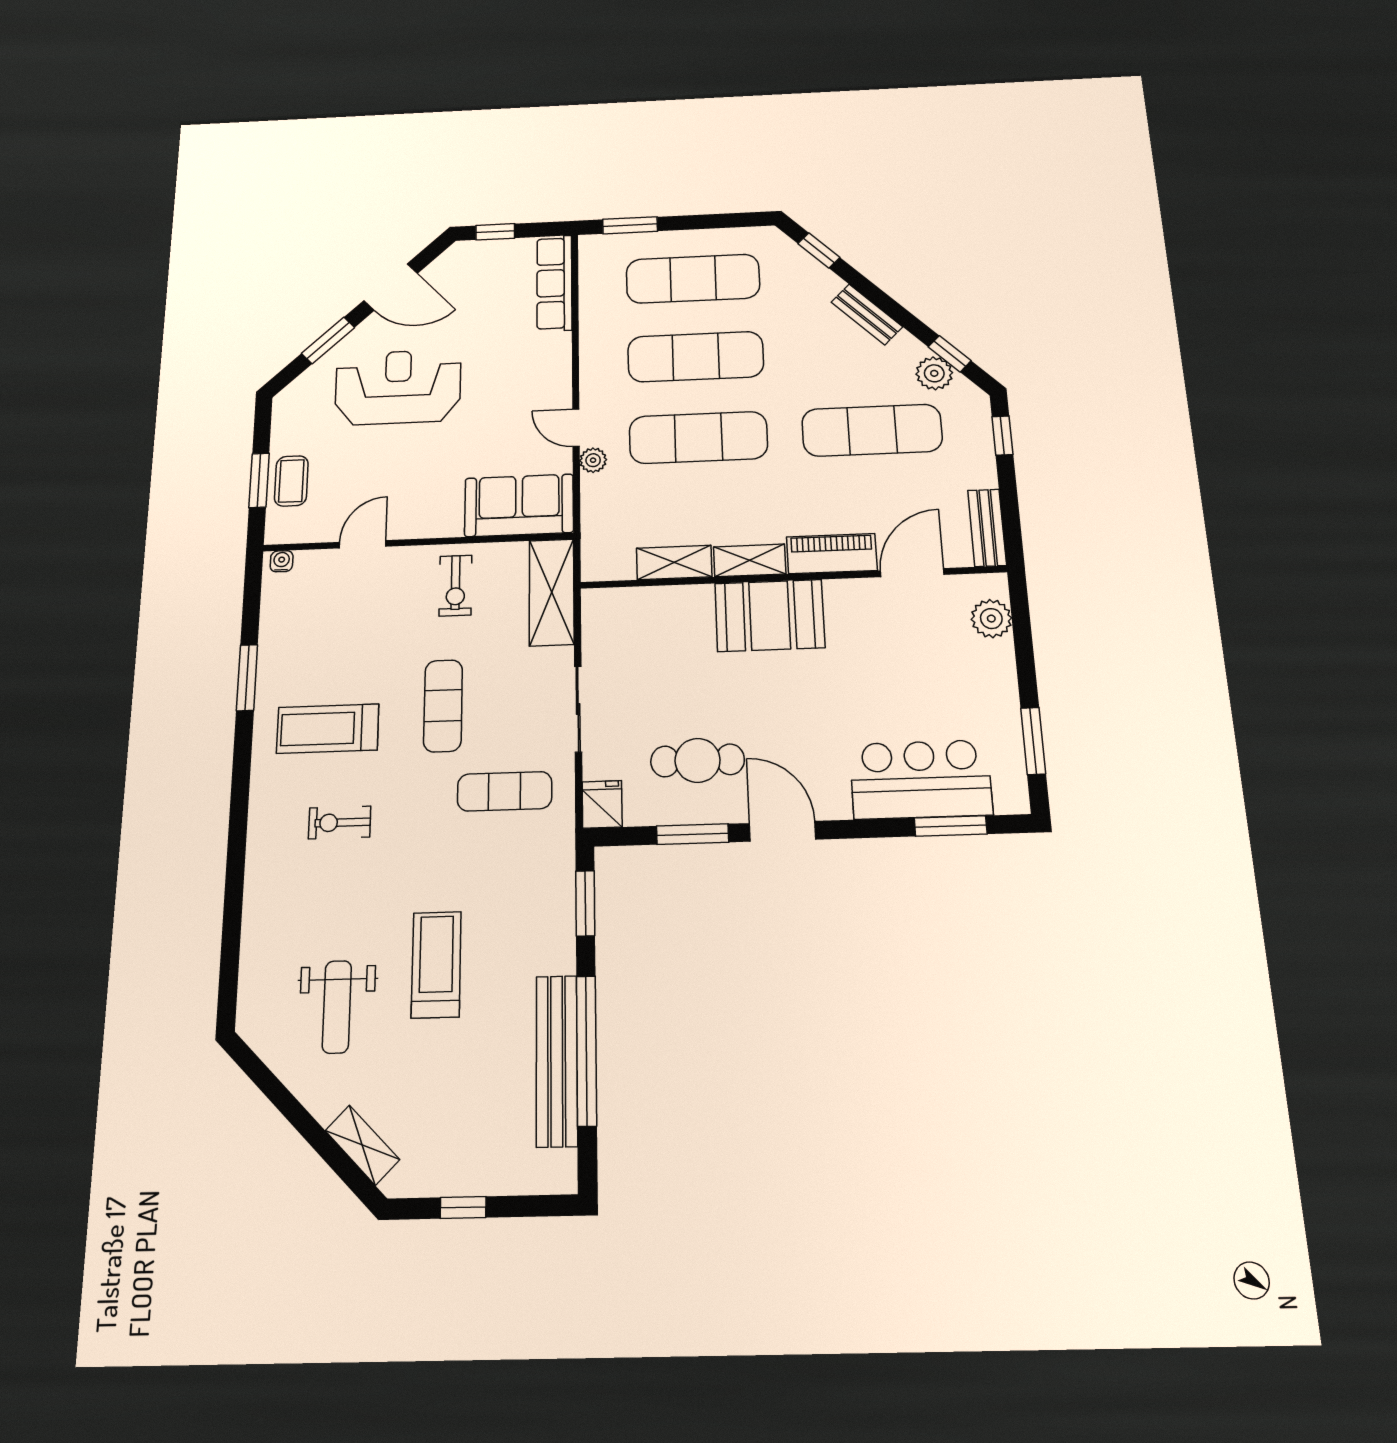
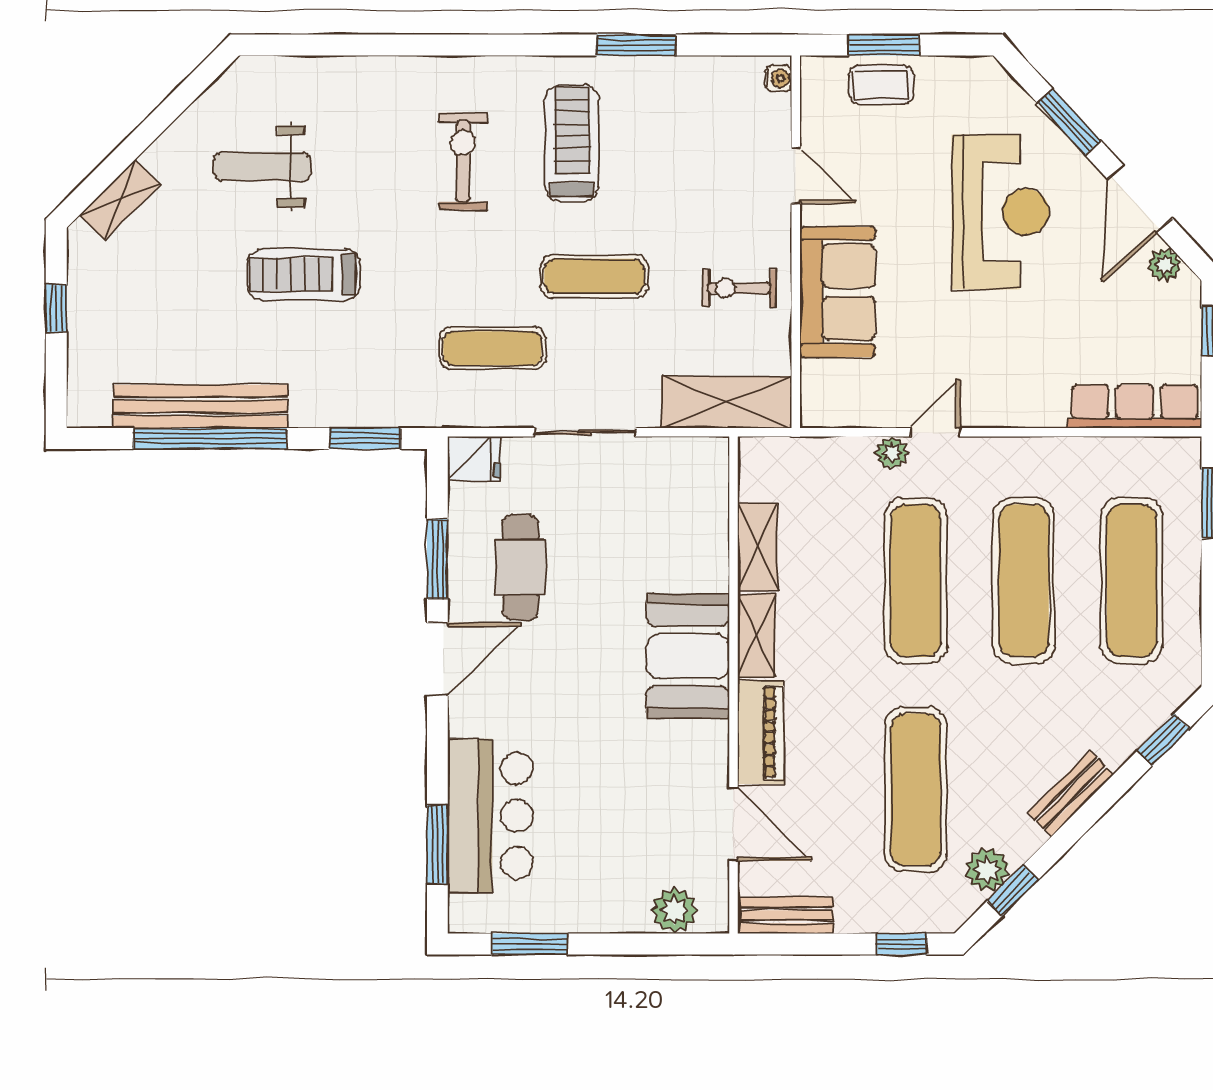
plant: (443, 267) -> (1165, 265), added
sofa: (519, 505) -> (838, 292), moved
exercise mat: (505, 791) -> (492, 348), turned 90
exercise bike: (340, 822) -> (463, 161), width x1.38, depth x1.39
treadmill: (436, 965) -> (304, 275), turned 180

